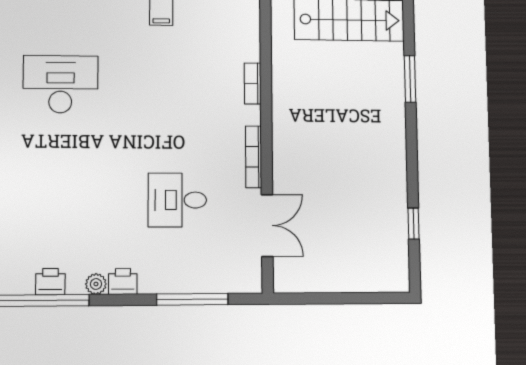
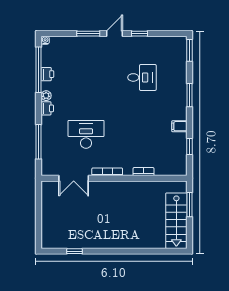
window: (410, 79) -> (147, 251), removed
desk: (60, 84) -> (142, 77), width x0.73
desk: (177, 200) -> (86, 134), width x1.37

